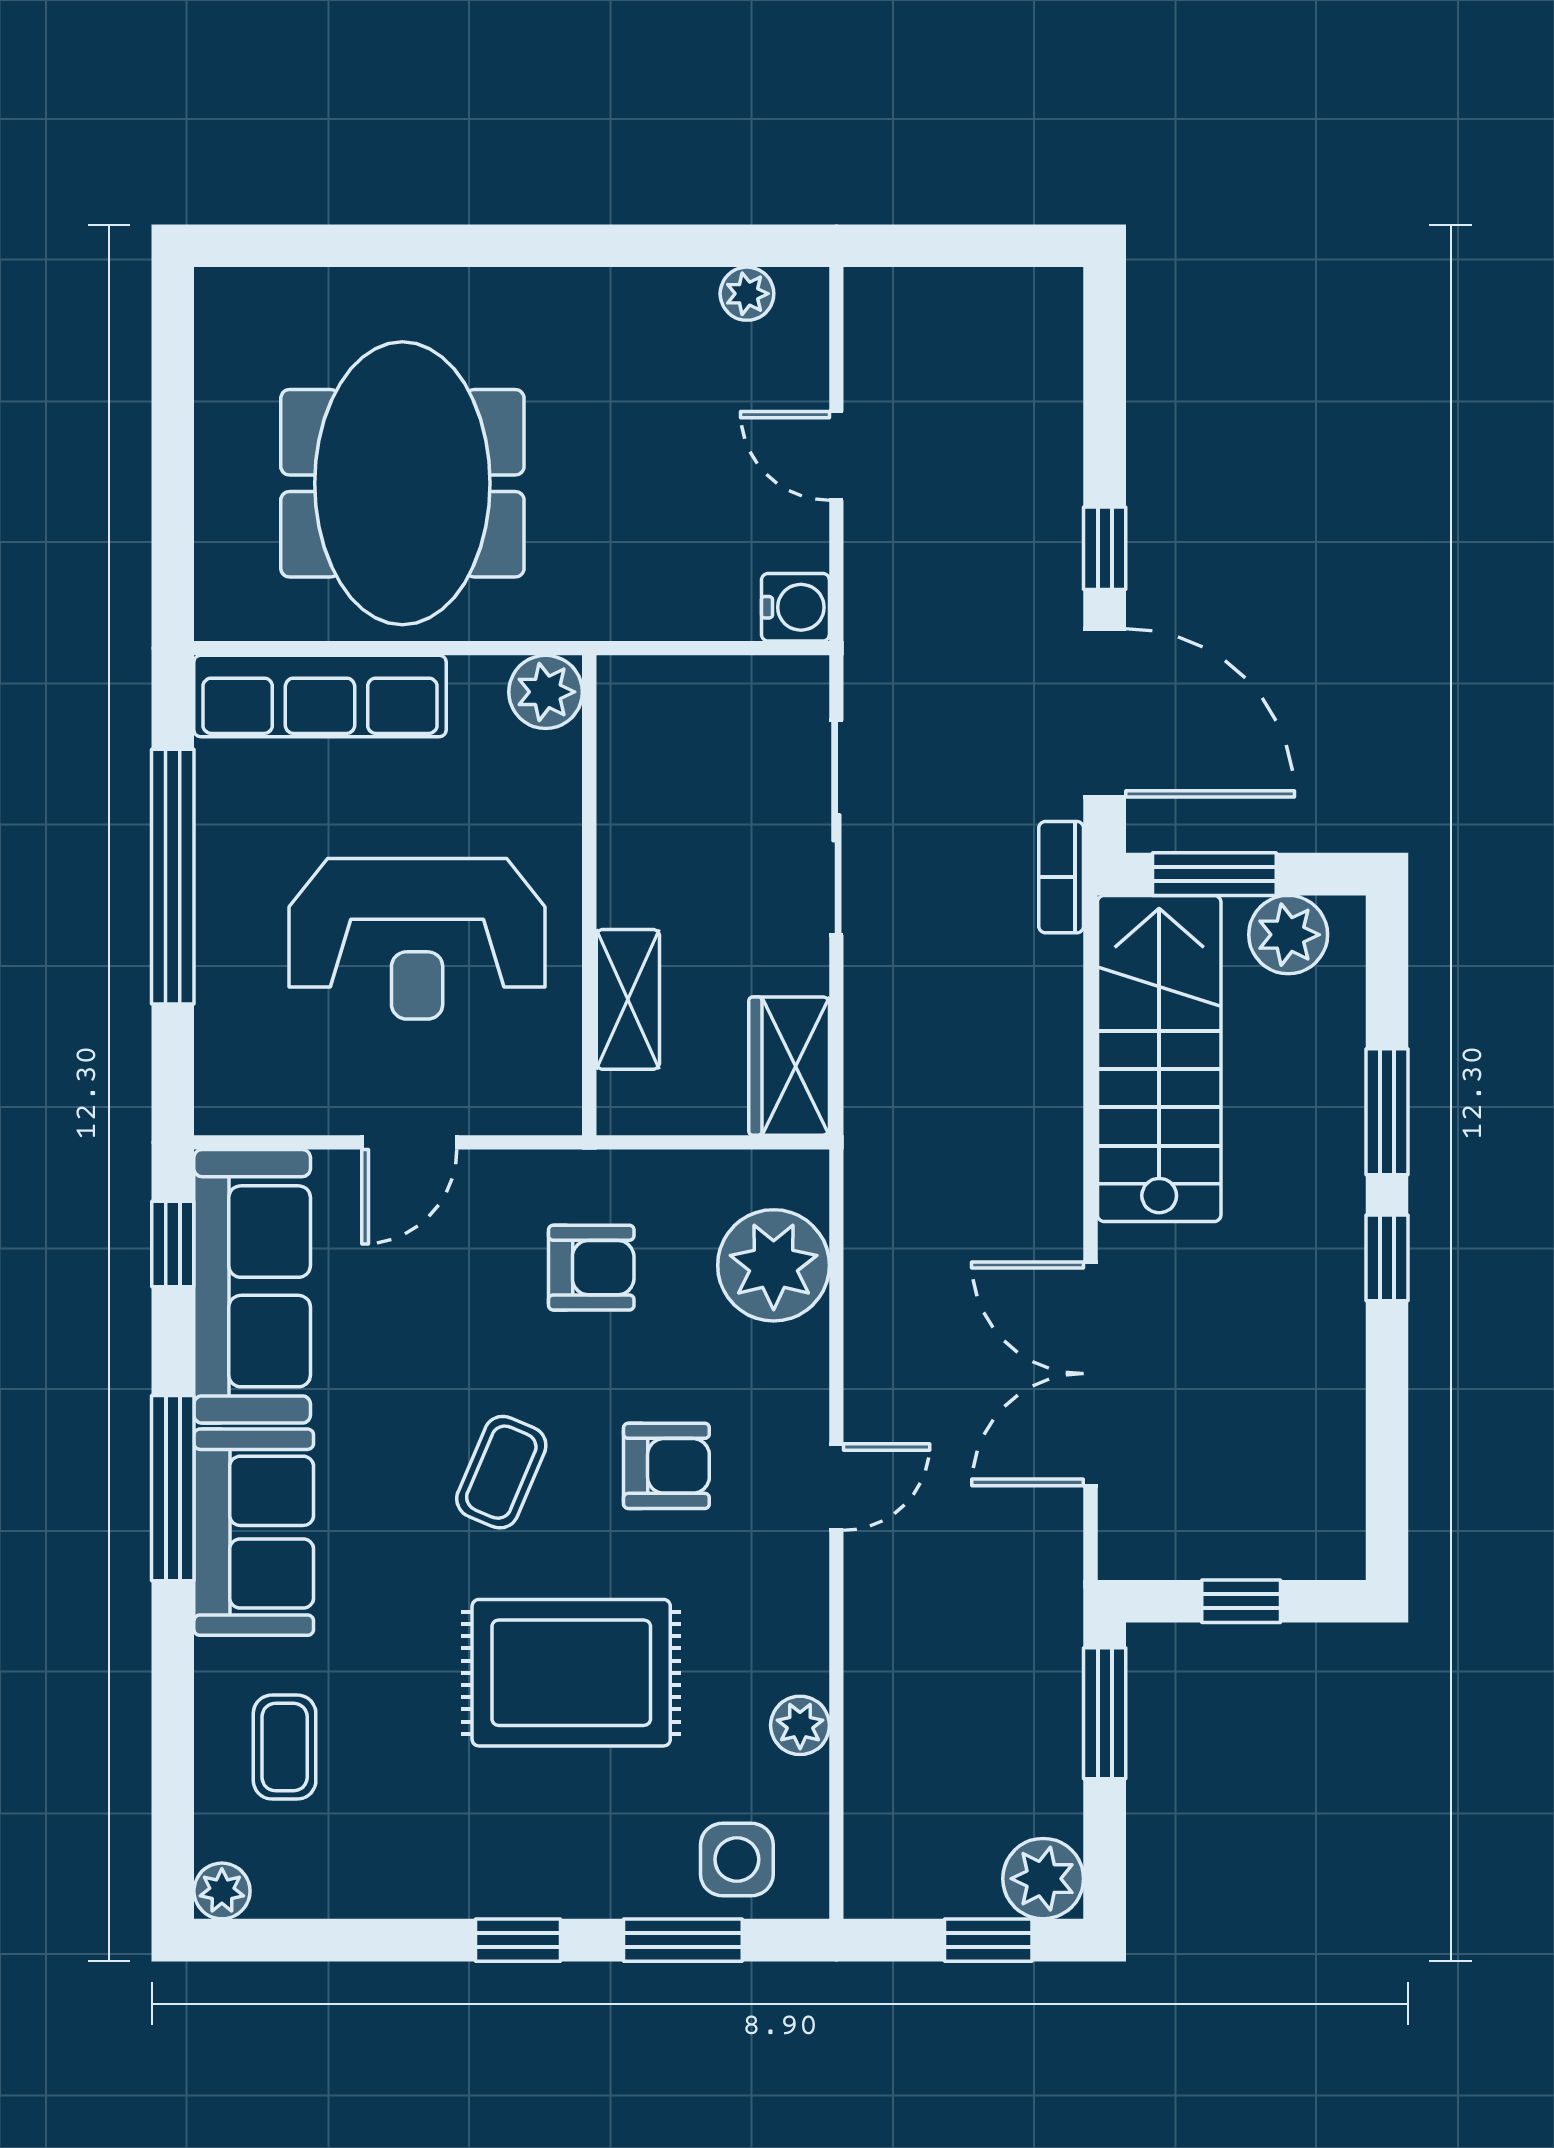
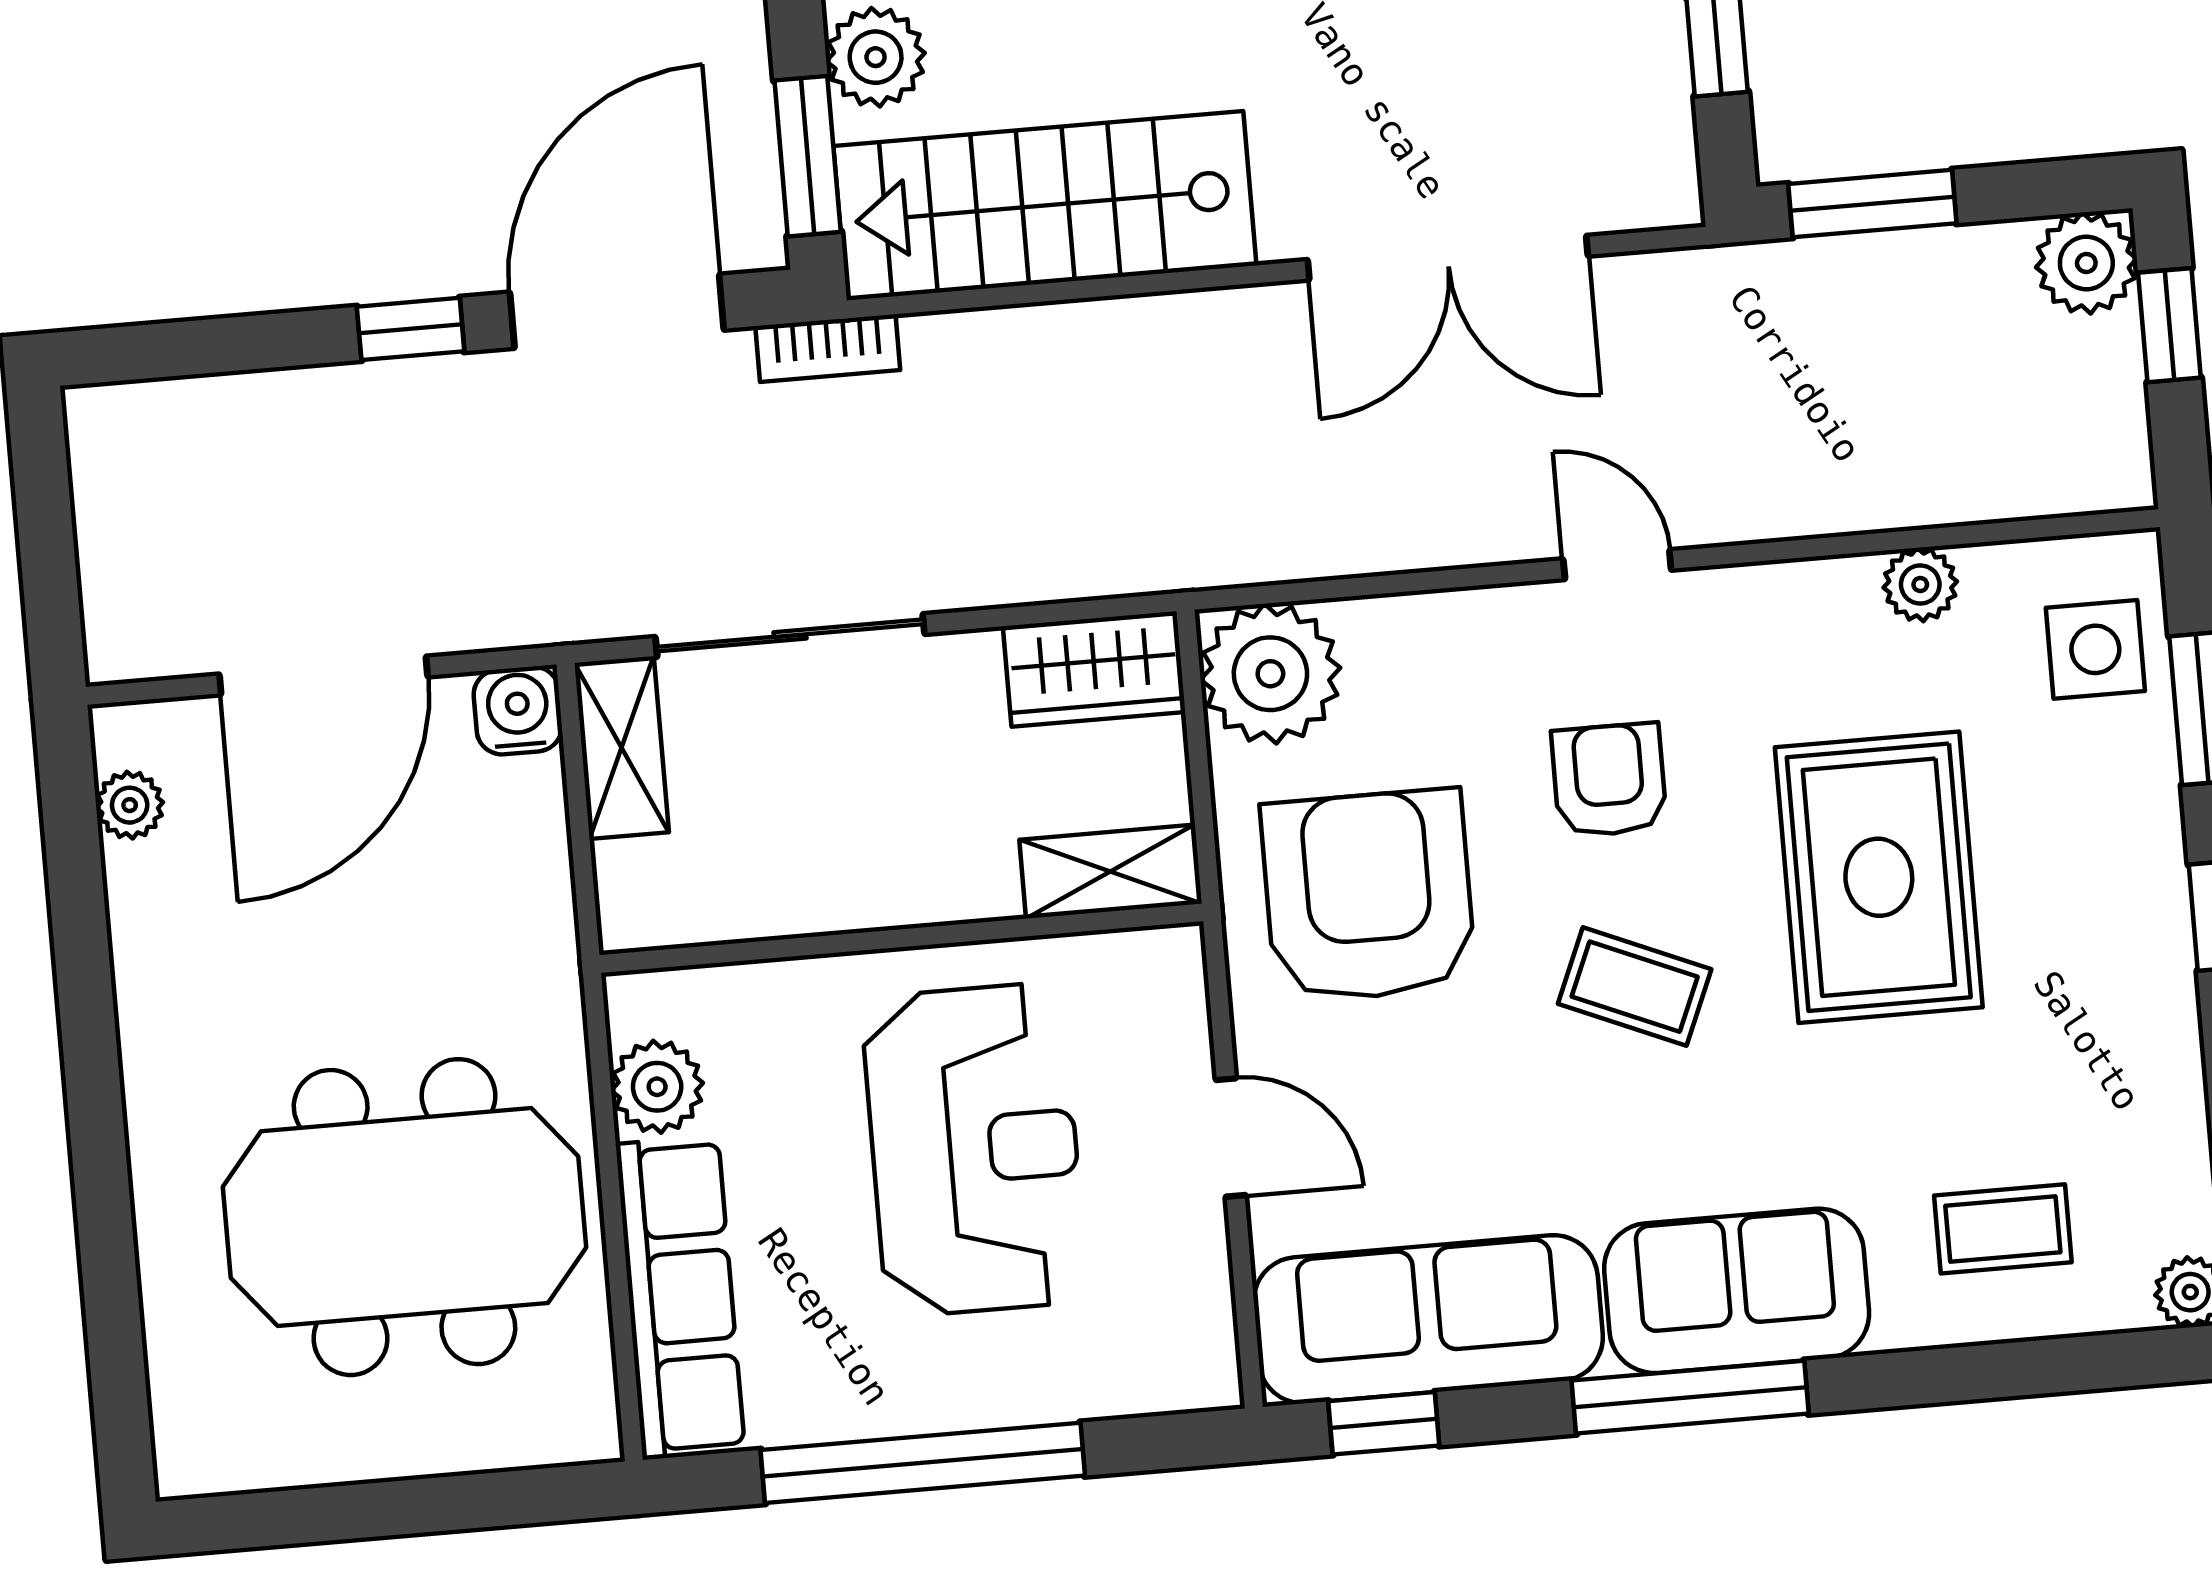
door: (836, 456) -> (323, 675), width x1.87
shelving: (759, 687) -> (622, 748), added
plant: (546, 692) -> (657, 1087), moved
shelving: (628, 999) -> (1111, 872), moved
plant: (774, 1265) -> (1270, 674), moved
armchair: (591, 1268) -> (1368, 896), width x1.88, depth x1.88

